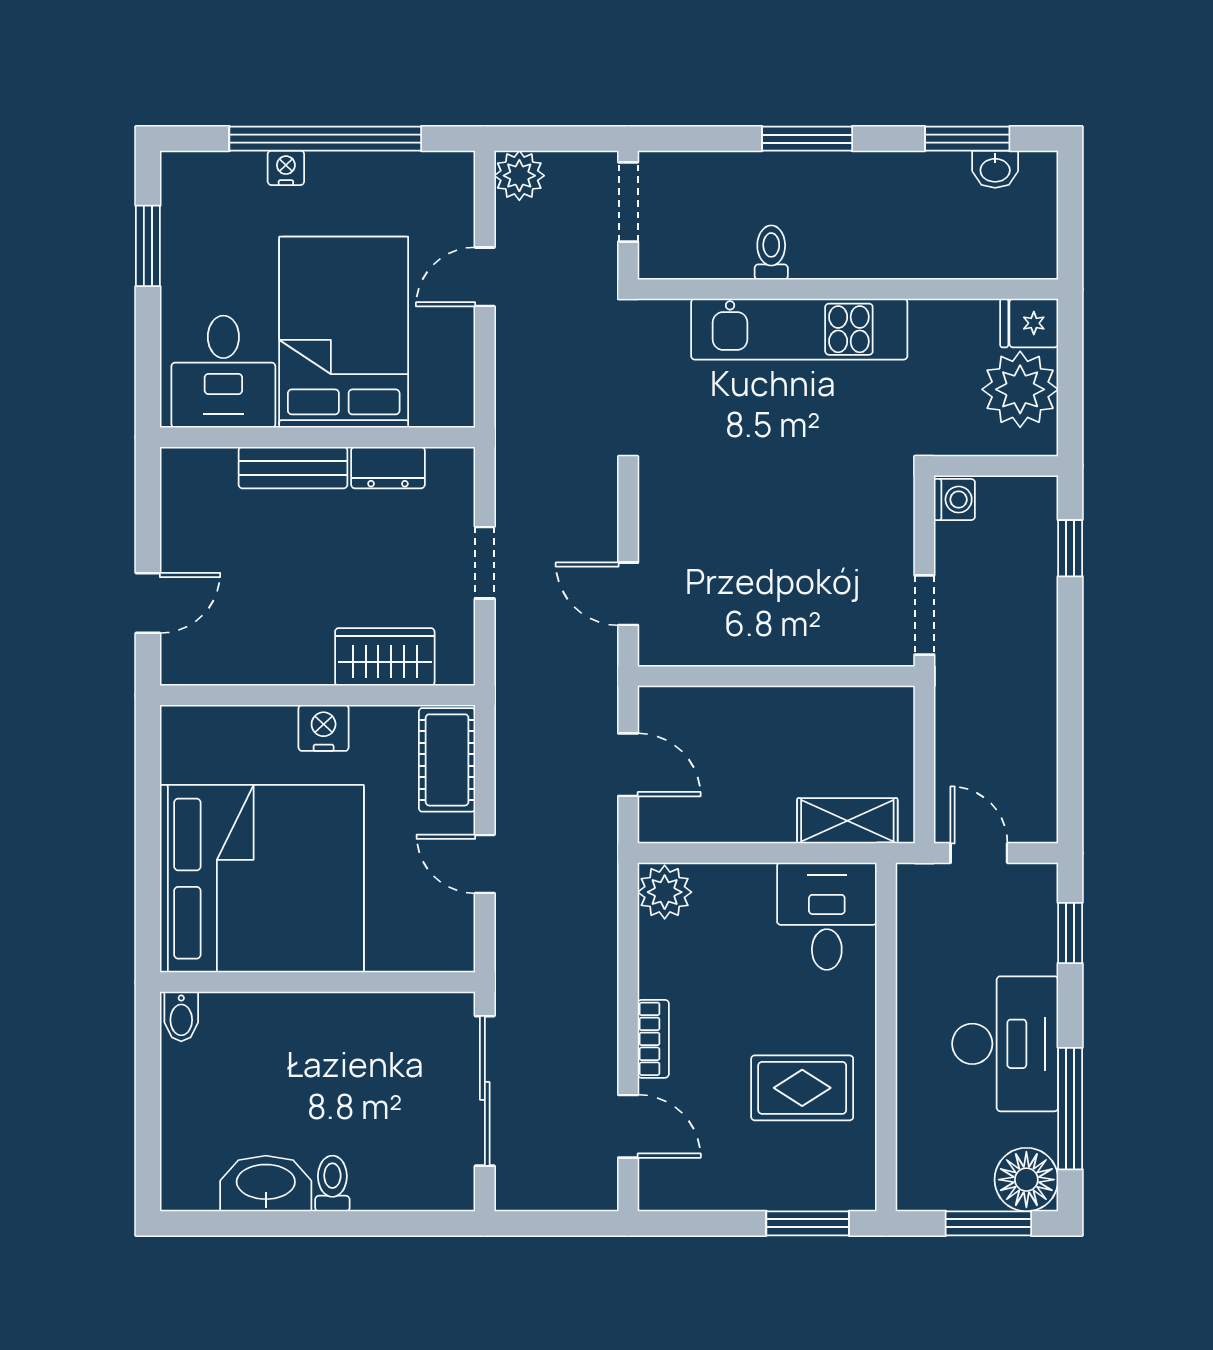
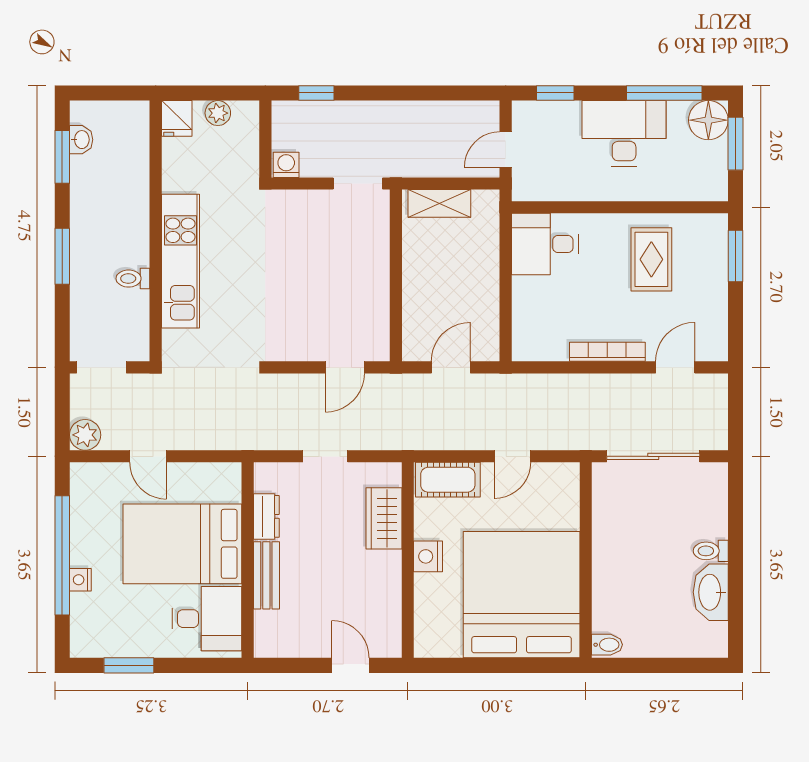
plant: (1020, 389) -> (218, 113), width x0.53, depth x0.53
shelving: (847, 821) -> (439, 203), moved, turned 90
plant: (665, 892) -> (530, 345), removed
bookcase: (653, 1039) -> (607, 352), width x1.56

